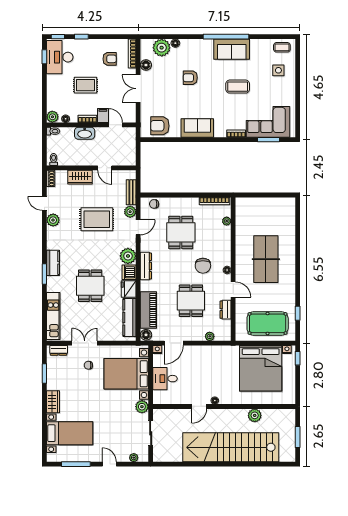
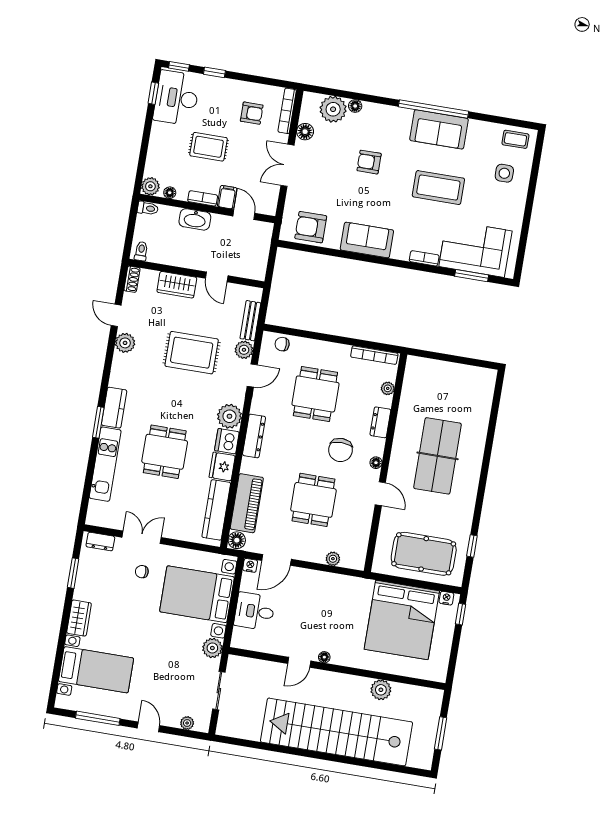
coffee table: (238, 87) -> (438, 188), width x1.36, depth x1.32
dresser: (226, 310) -> (380, 422), moved
kitchen unit: (53, 316) -> (105, 464), moved

